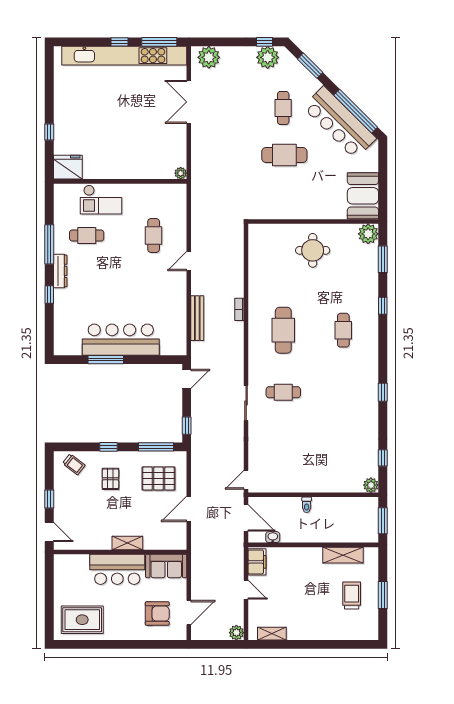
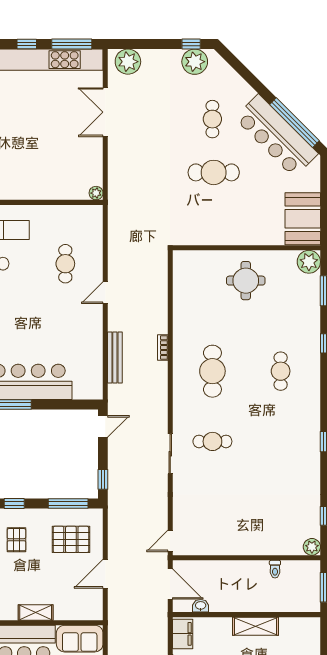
window: (310, 66) -> (243, 71), removed
toilet: (307, 505) -> (275, 569), moved
shelving: (343, 555) -> (256, 626), moved

